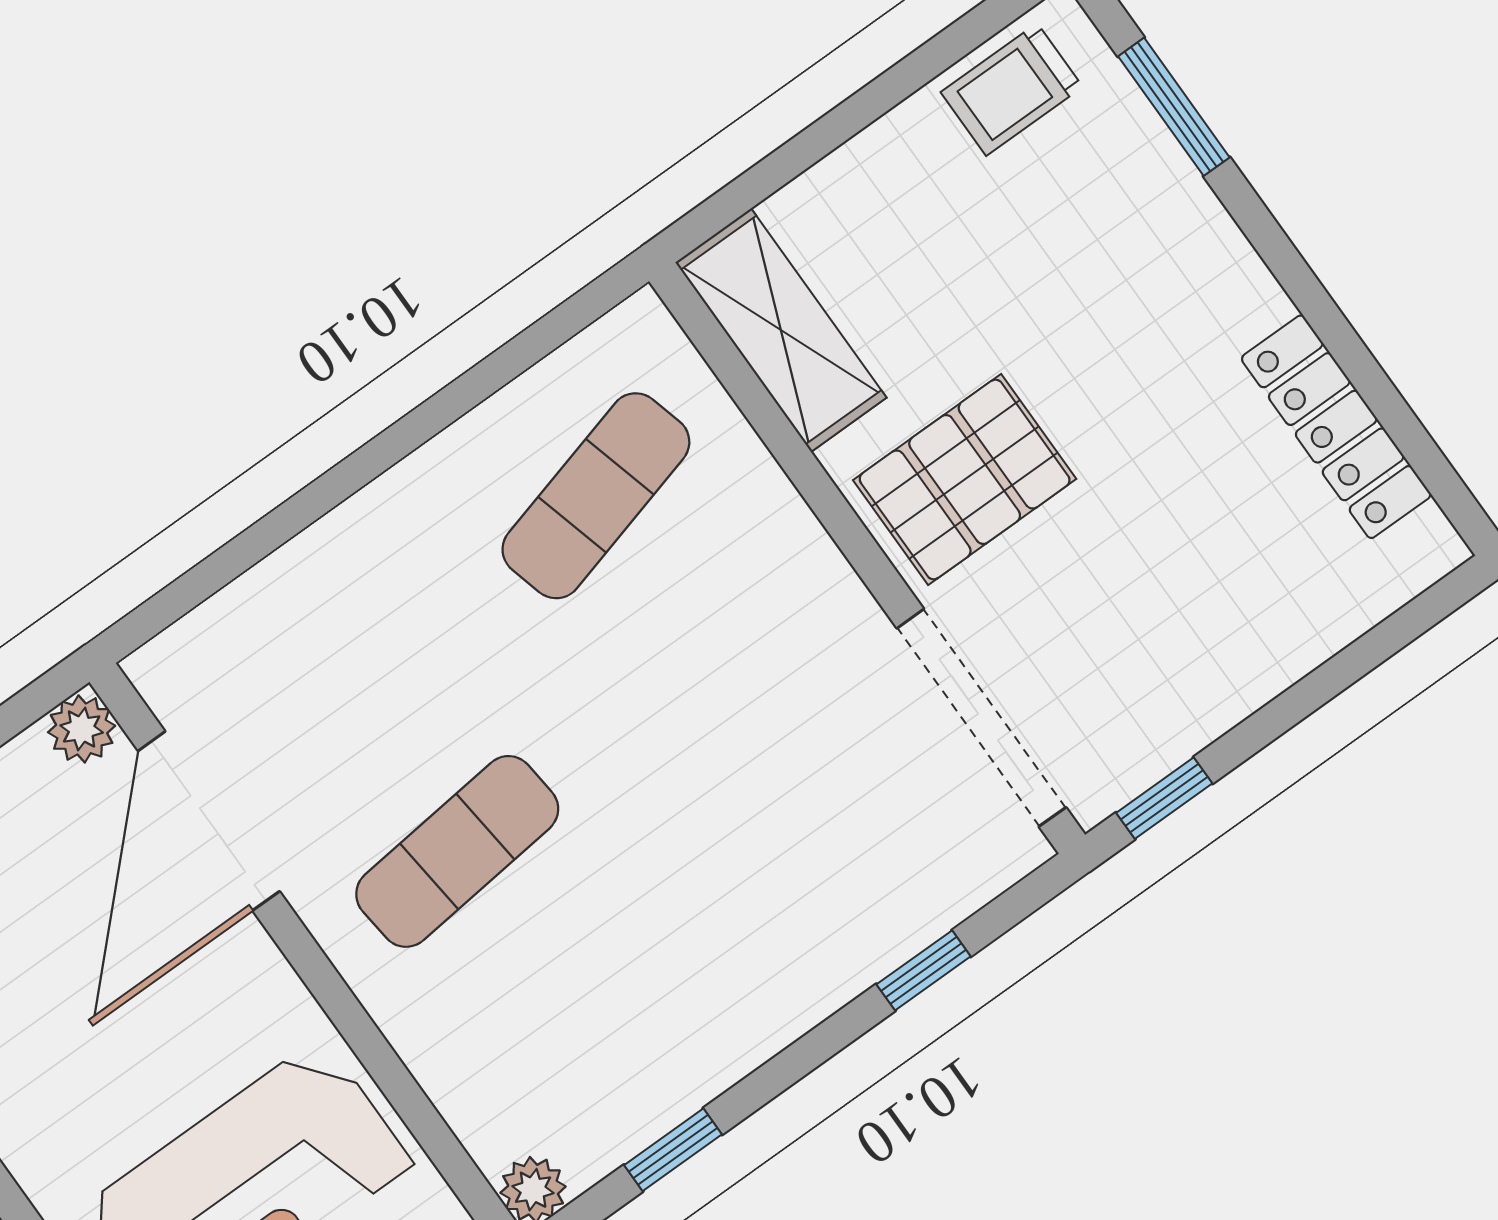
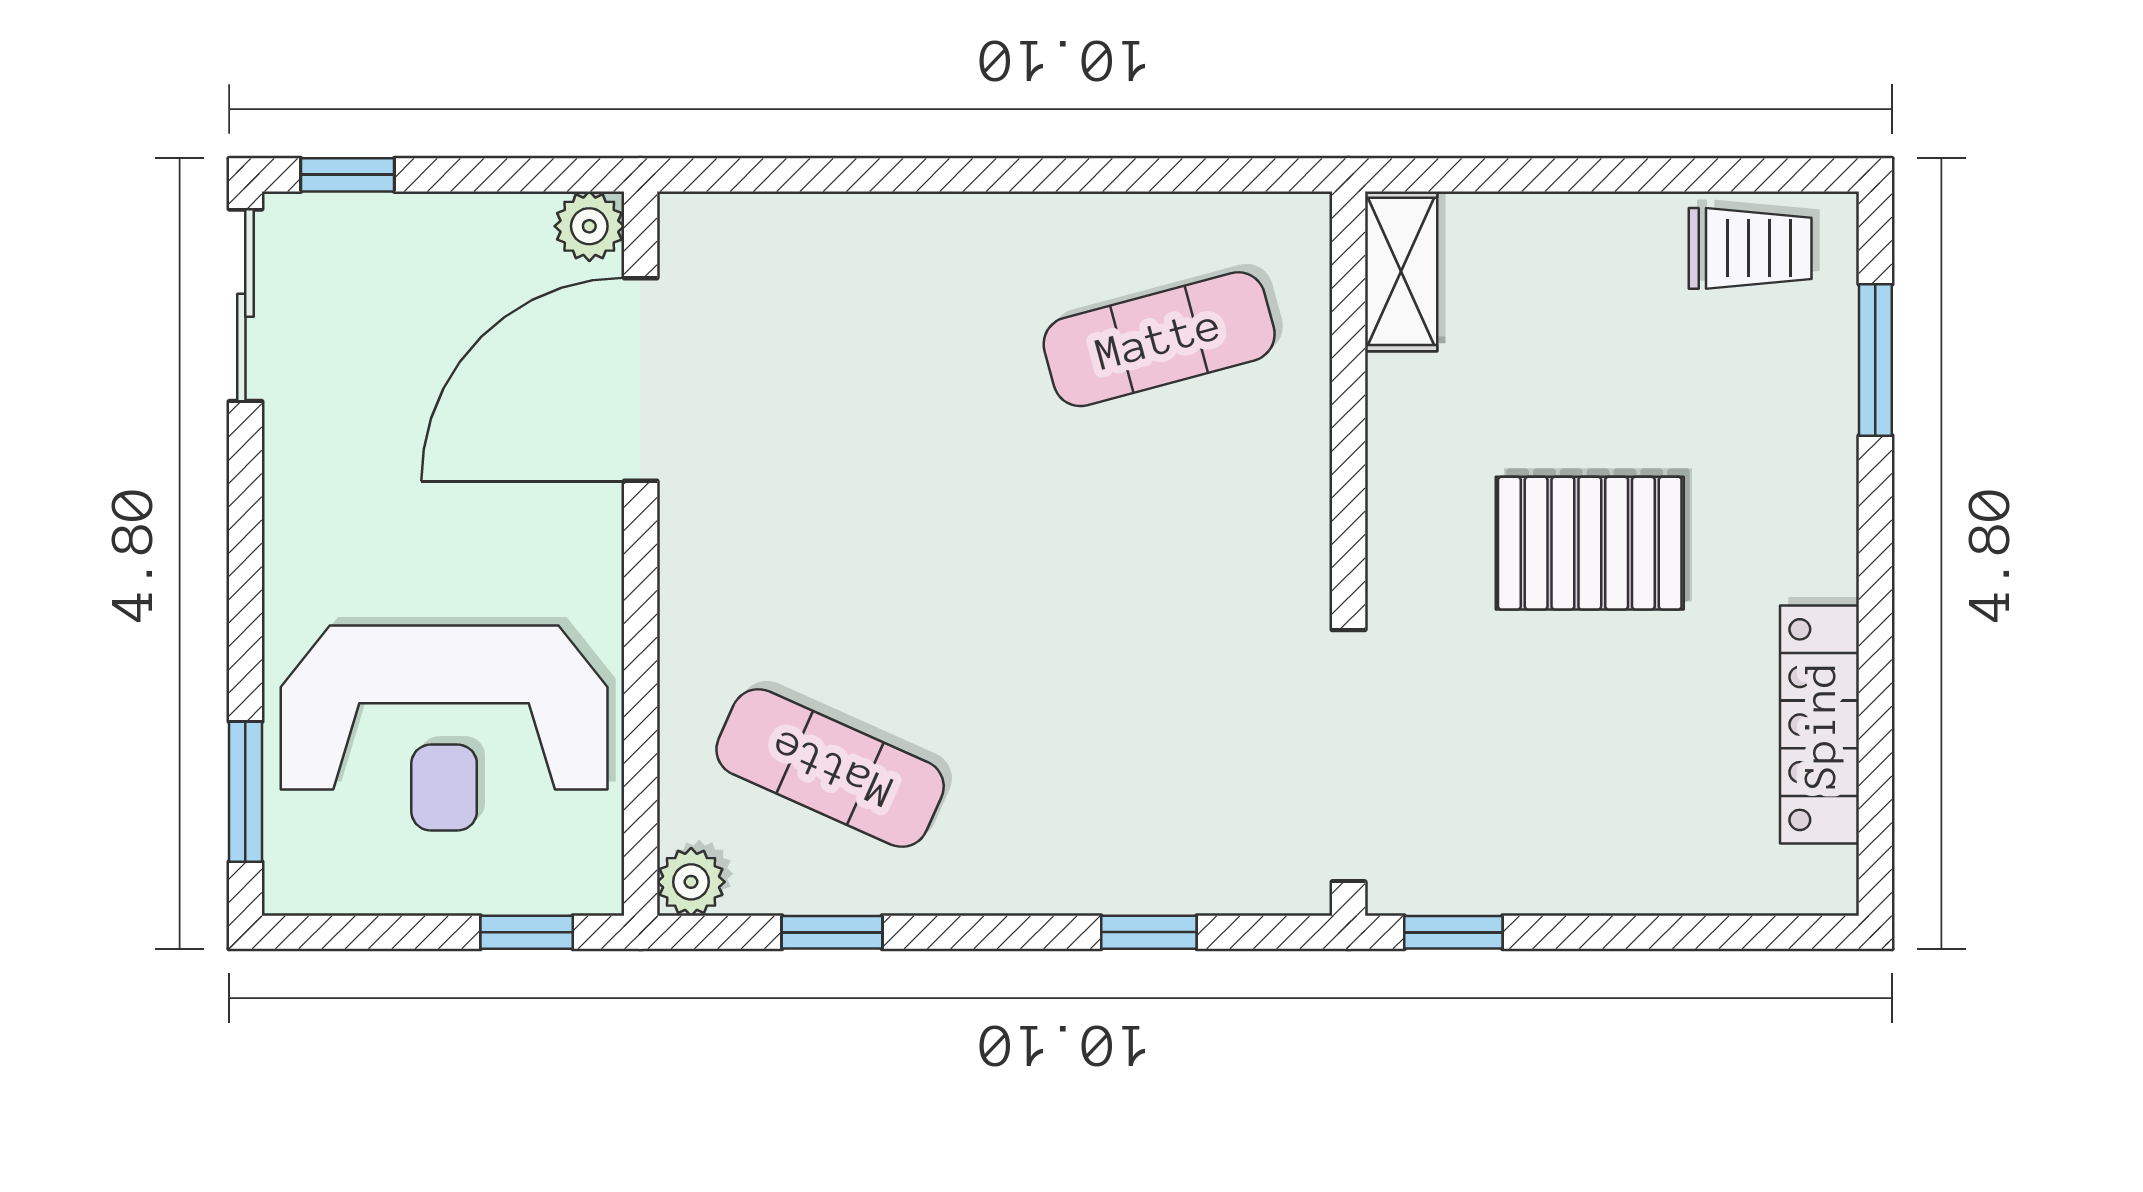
trolley: (1012, 89) -> (1750, 248), turned 180
shelving: (781, 330) -> (1401, 271), width x0.67, depth x0.75
pallet: (965, 479) -> (1590, 543), moved
exercise mat: (457, 851) -> (830, 768), moved, turned 30

